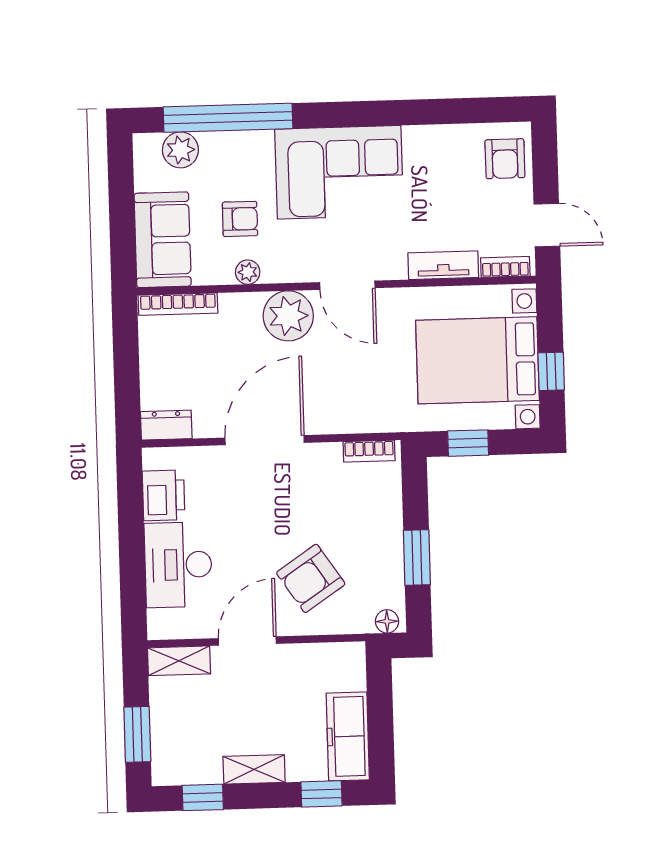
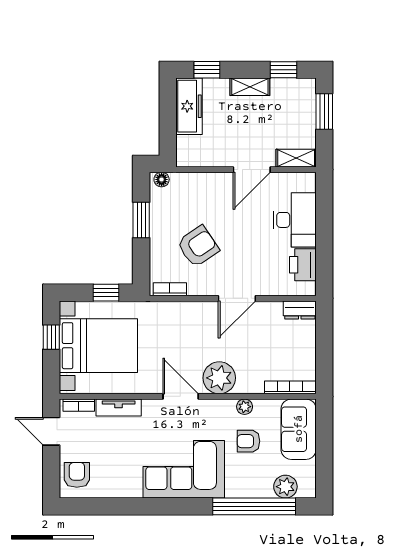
door: (265, 440) -> (237, 298), width x0.73
armchair: (311, 578) -> (198, 246), moved

